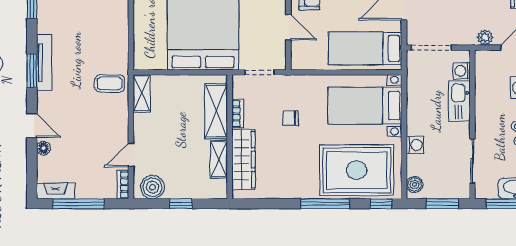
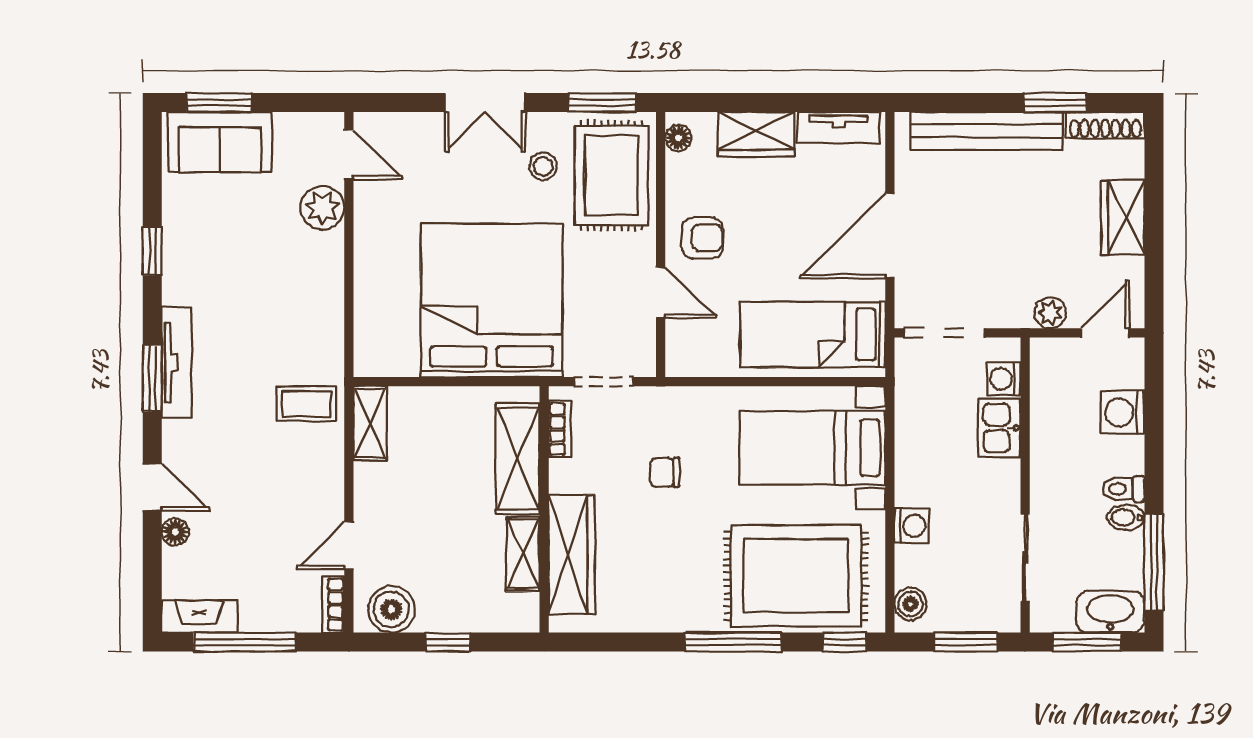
kitchen sink: (459, 101) -> (999, 428), width x0.73
bookcase: (238, 114) -> (560, 429), moved

